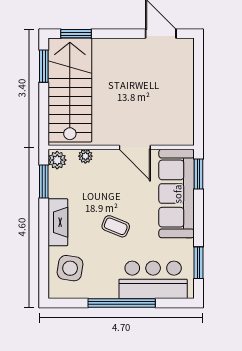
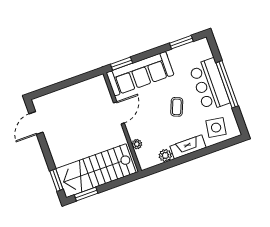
plant: (57, 160) -> (165, 155), moved
window: (44, 182) -> (164, 166), removed
bar counter: (153, 280) -> (209, 85), moved

